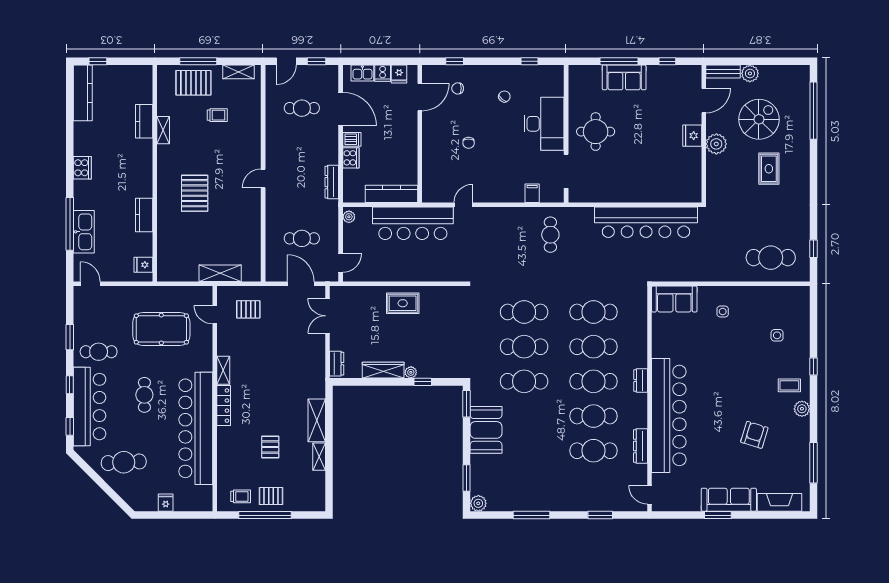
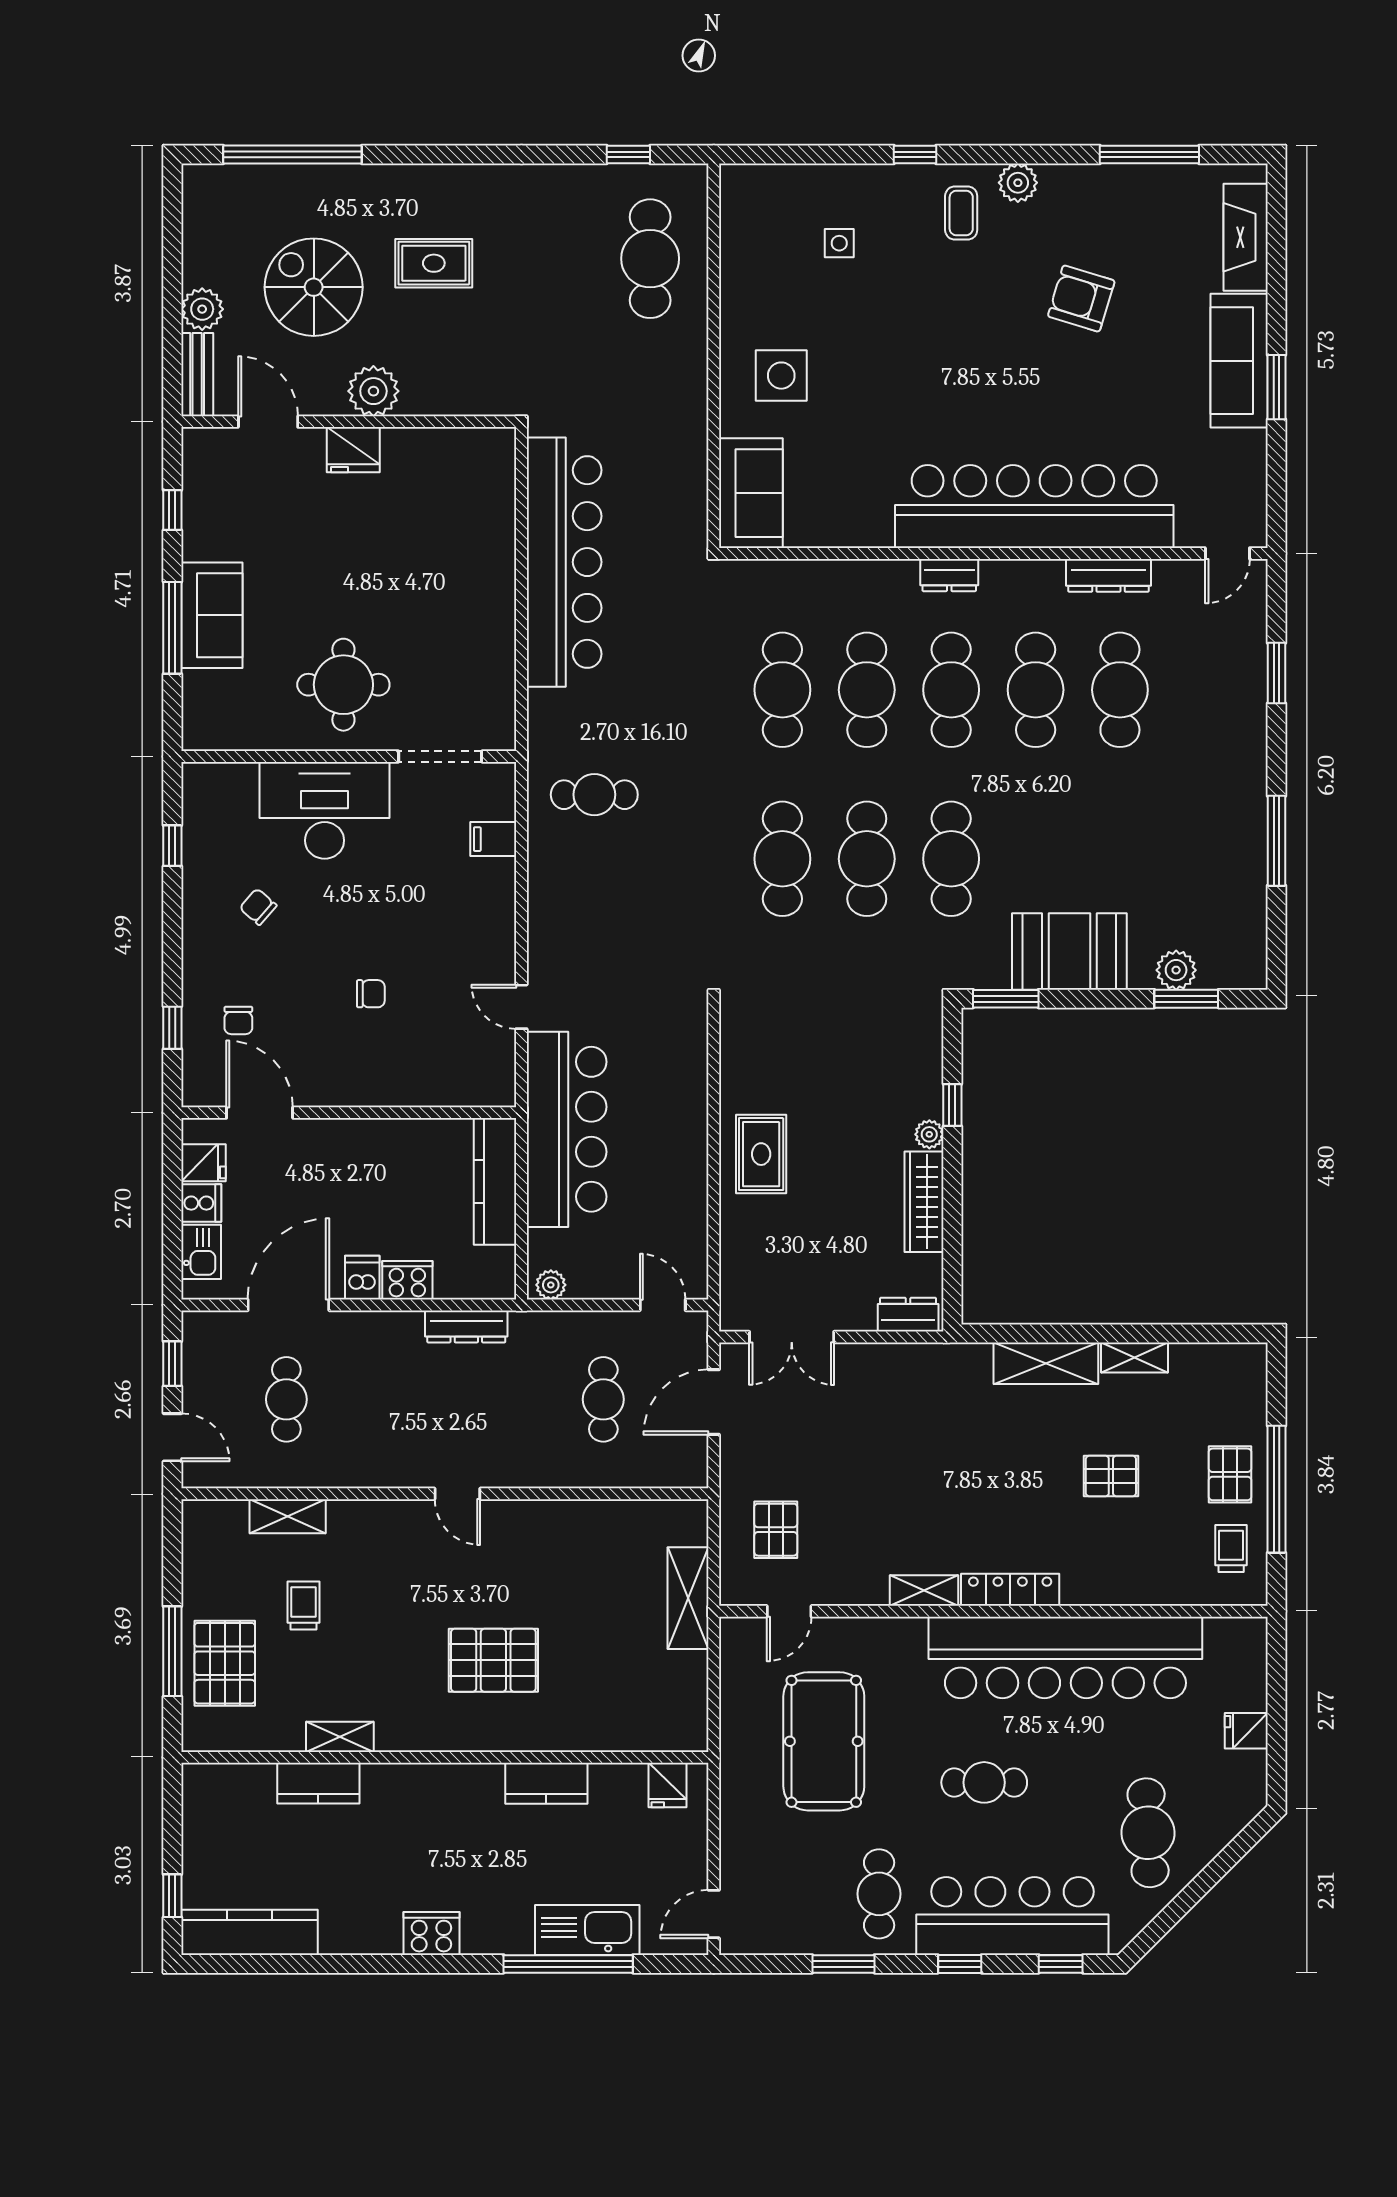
shelving: (238, 72) -> (288, 1516), moved, turned 90
side table: (723, 312) -> (781, 376), width x1.87, depth x1.87
plant: (478, 503) -> (1176, 970), moved

